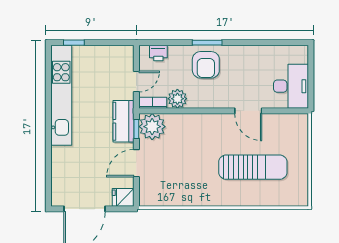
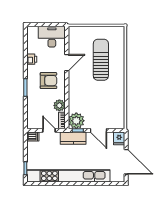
printer: (158, 53) -> (32, 59), moved
dishwasher: (126, 55) -> (33, 136), added
armchair: (206, 65) -> (48, 81), moved
kitchen unit: (61, 95) -> (68, 176), width x1.36

